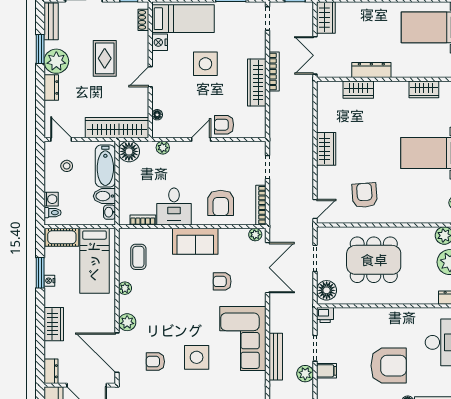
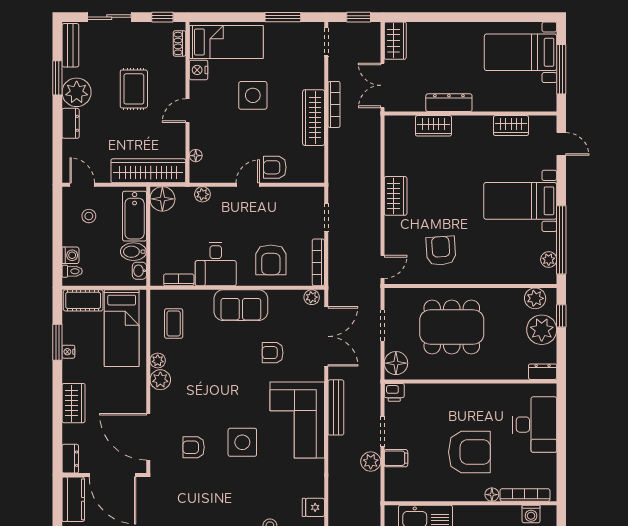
plant: (127, 322) -> (160, 380), moved
bench: (276, 357) -> (336, 407), moved

